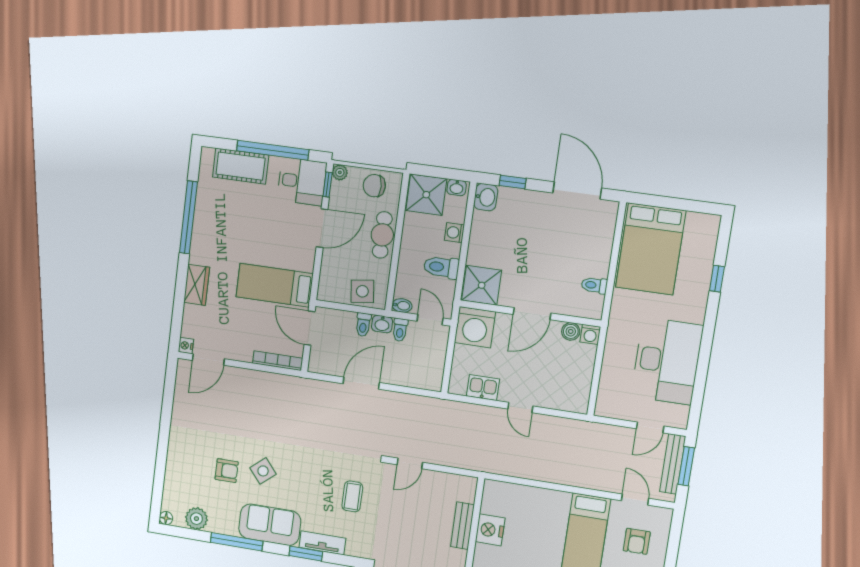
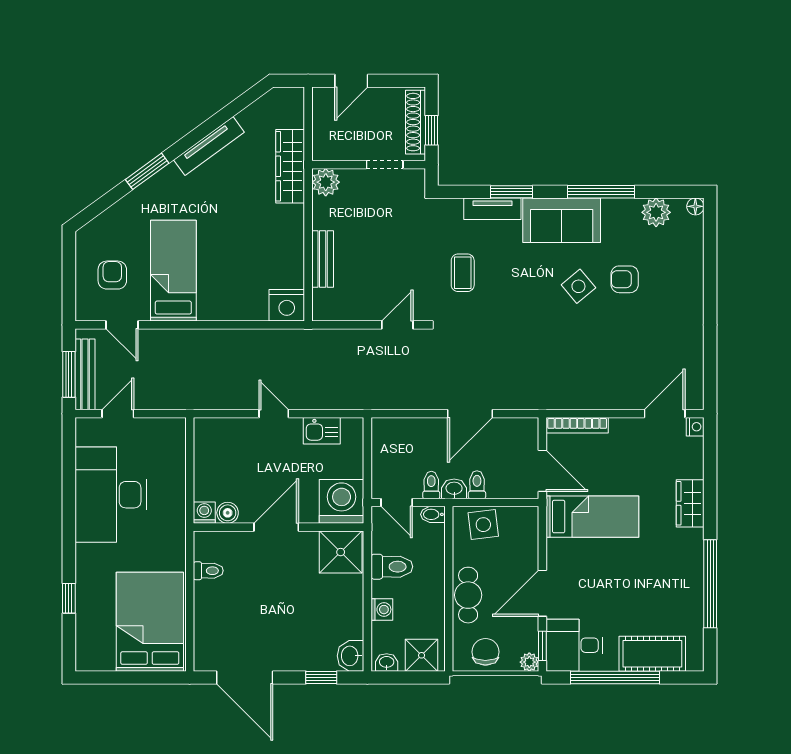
chair: (374, 186) -> (485, 652), turned -88
shower: (426, 195) -> (422, 655), width x0.73, depth x0.73
nightstand: (490, 530) -> (287, 305), moved, turned 90

